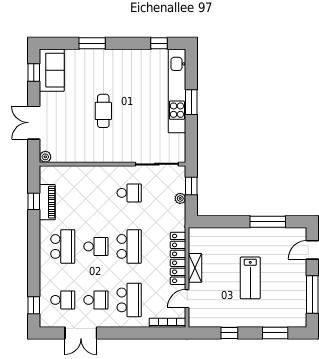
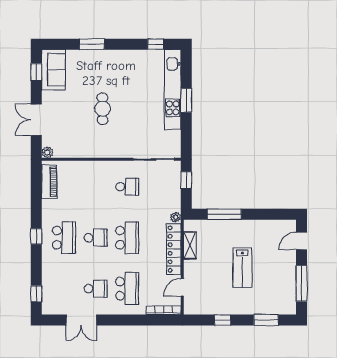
plant: (180, 198) -> (176, 217), moved
window: (34, 201) -> (36, 236), moved
piano: (47, 202) -> (49, 182), moved
window: (268, 222) -> (224, 214), moved
shelving: (195, 268) -> (190, 245), moved
school desk: (63, 300) -> (64, 289), removed

